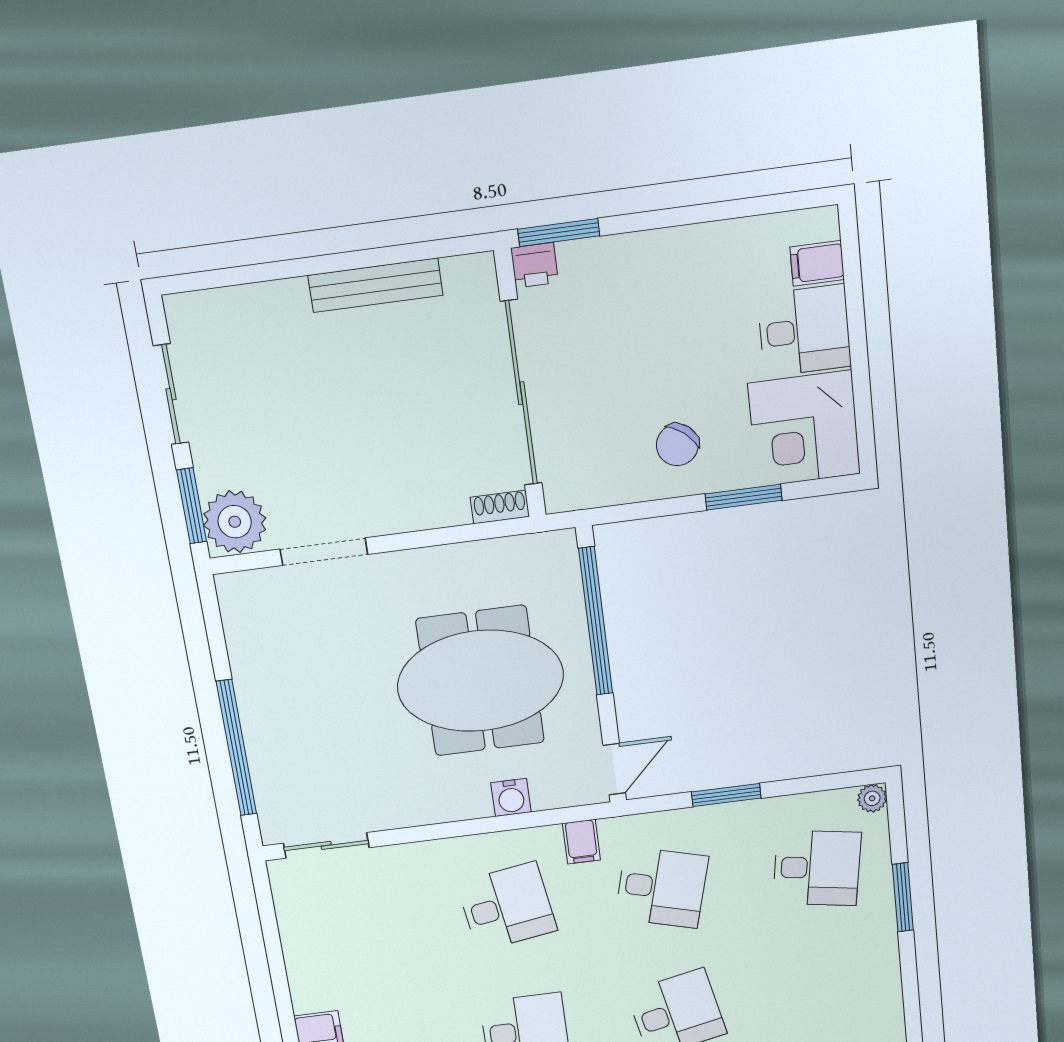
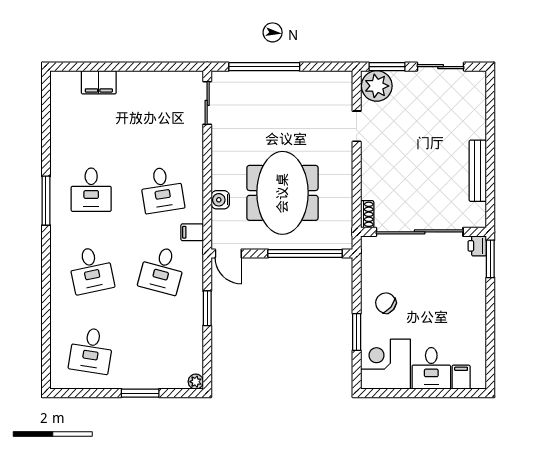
doorway: (324, 552) -> (357, 126), width x0.73
desk: (817, 868) -> (91, 350), moved

